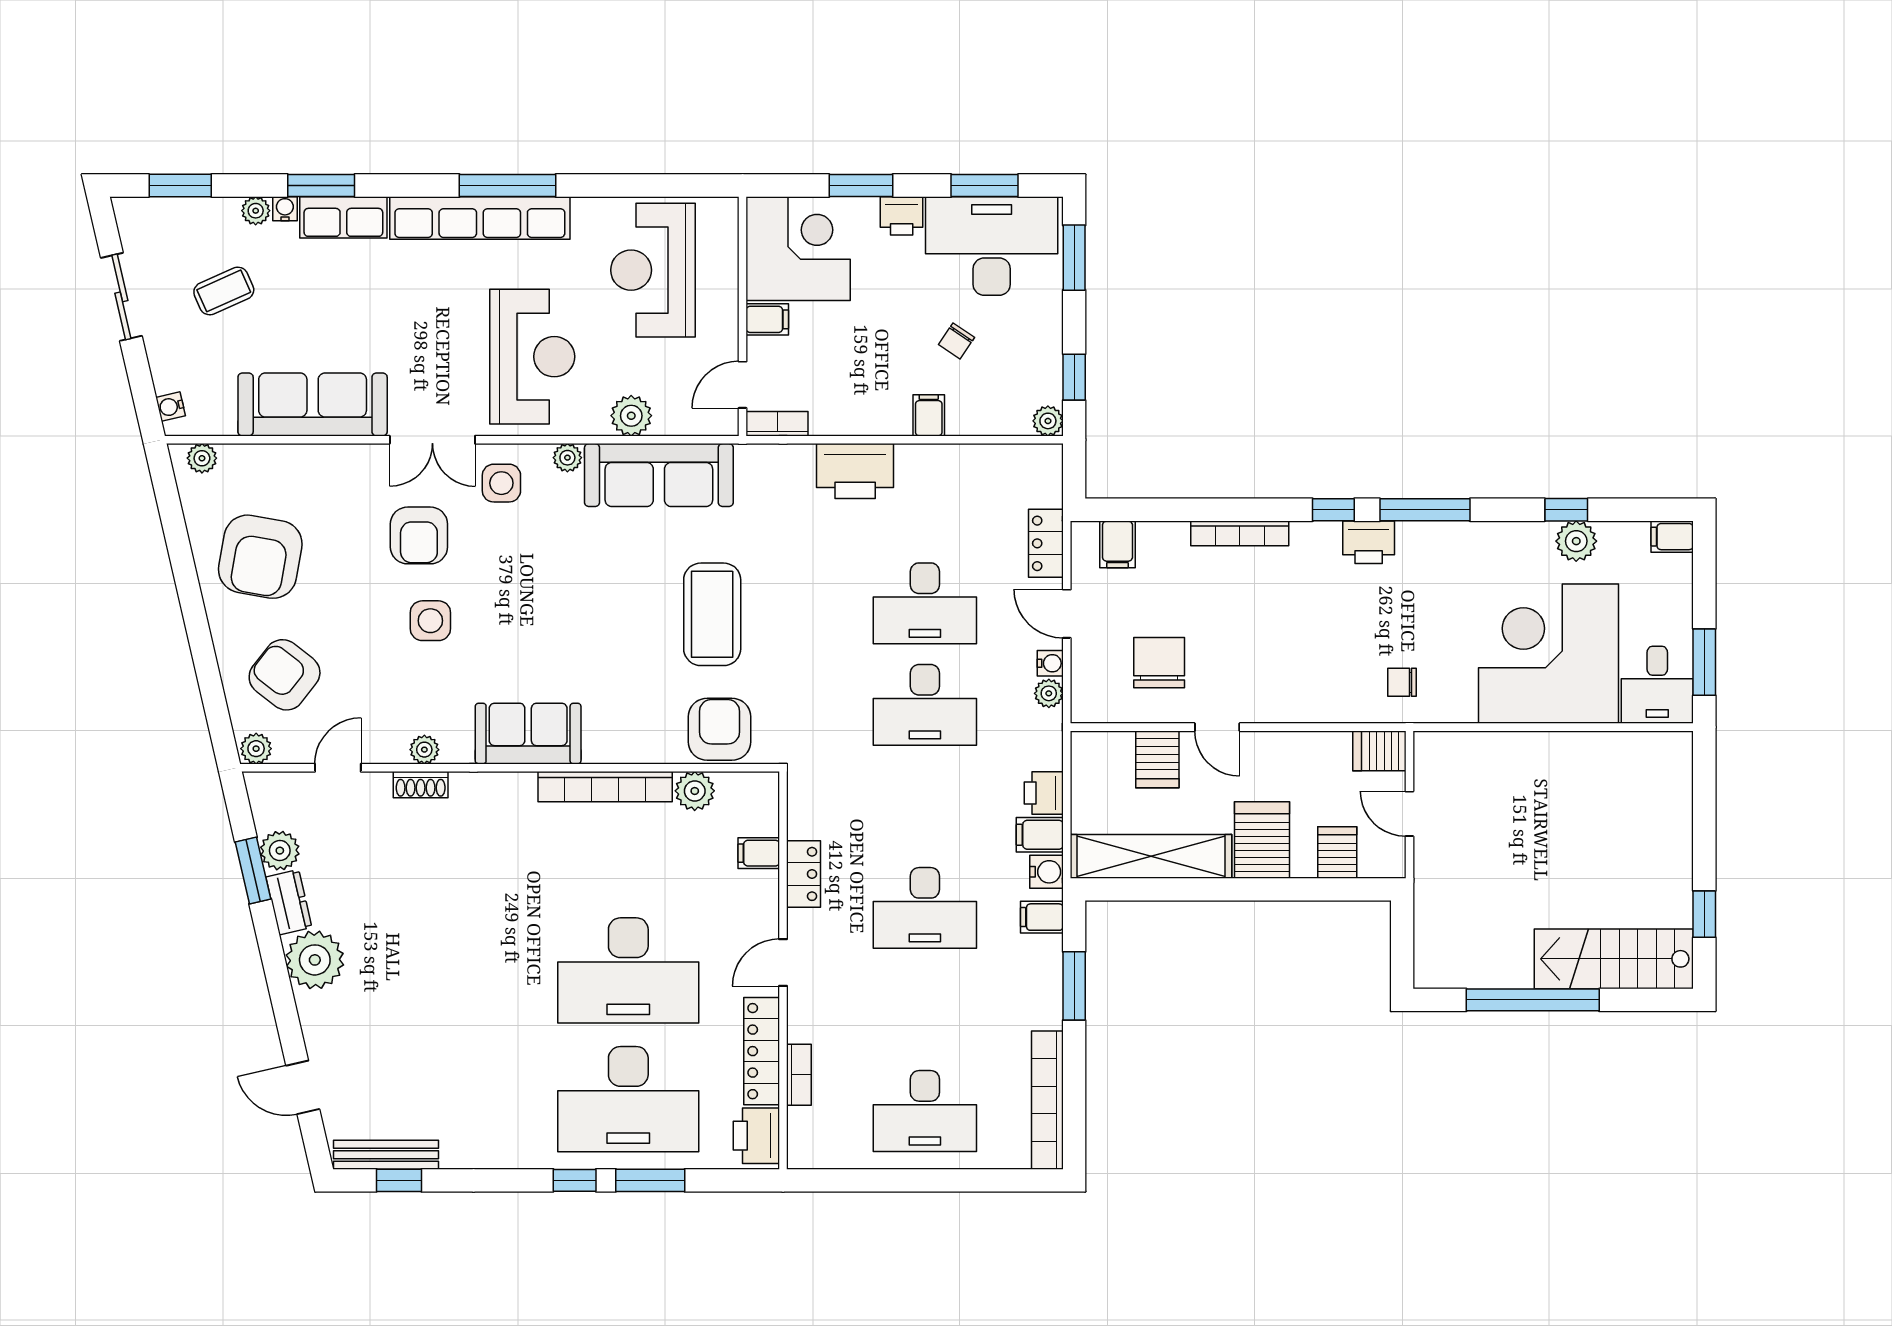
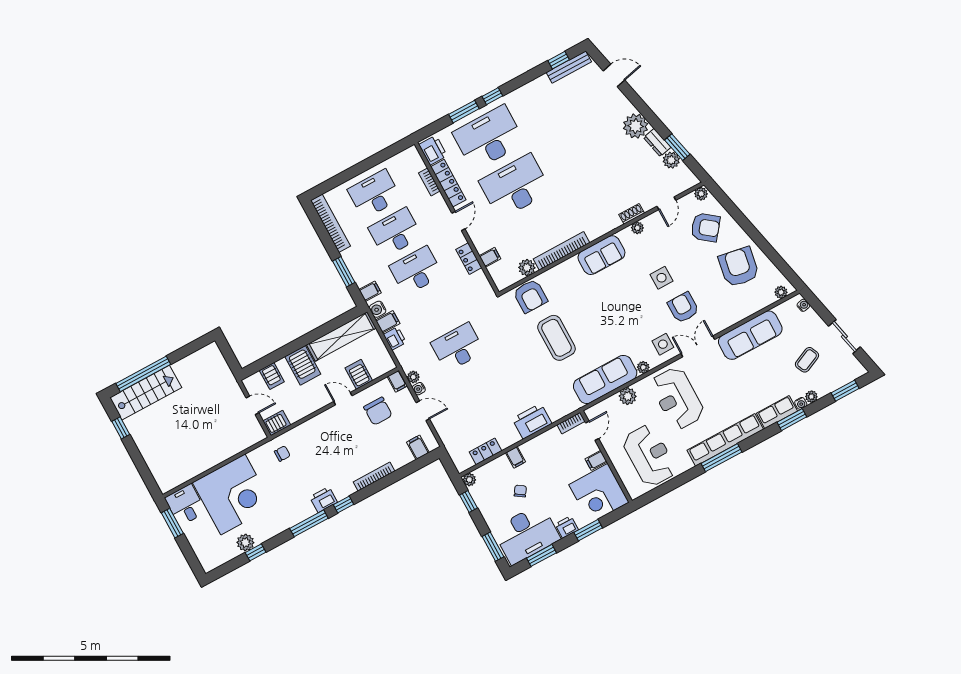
filing cabinet: (1672, 537) -> (397, 381), moved, turned 90
locker: (1046, 543) -> (485, 451), moved, turned -90
desk: (925, 603) -> (395, 232), moved
window: (1533, 1000) -> (143, 374), moved

